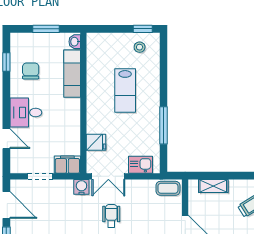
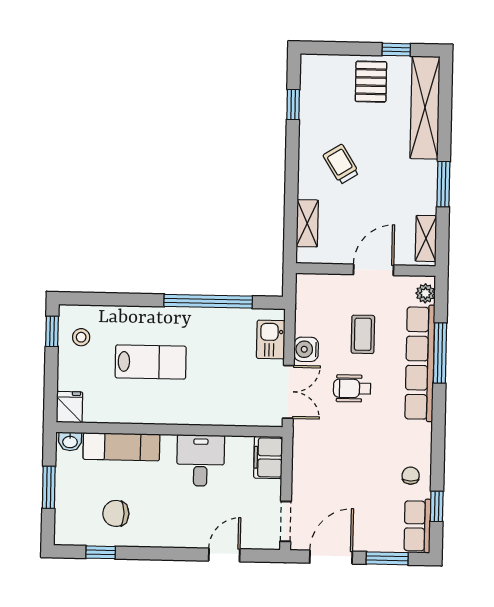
desk: (26, 113) -> (201, 460), moved, turned 180
window: (163, 125) -> (208, 301), width x1.46
fridge: (96, 142) -> (69, 407), moved
doorway: (40, 176) -> (286, 521), moved
water cooler: (81, 187) -> (306, 349), moved
coffee table: (168, 188) -> (363, 334), moved

